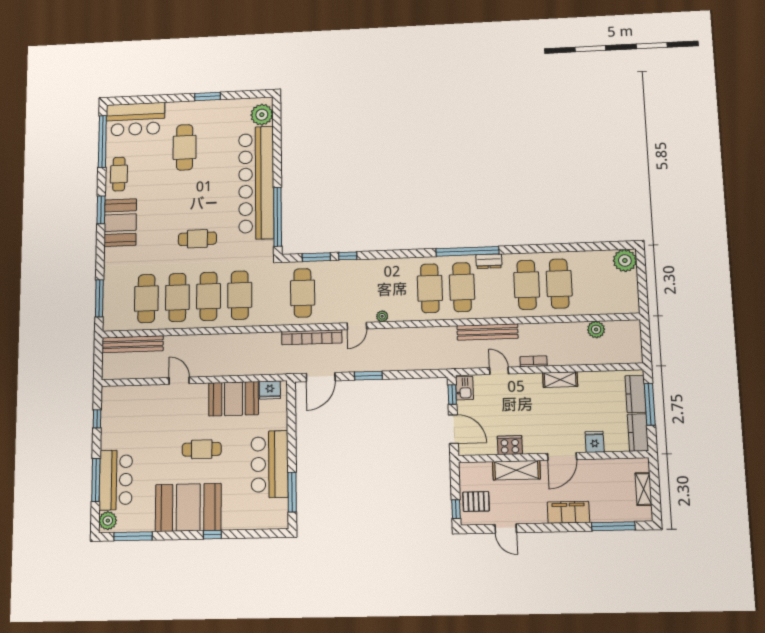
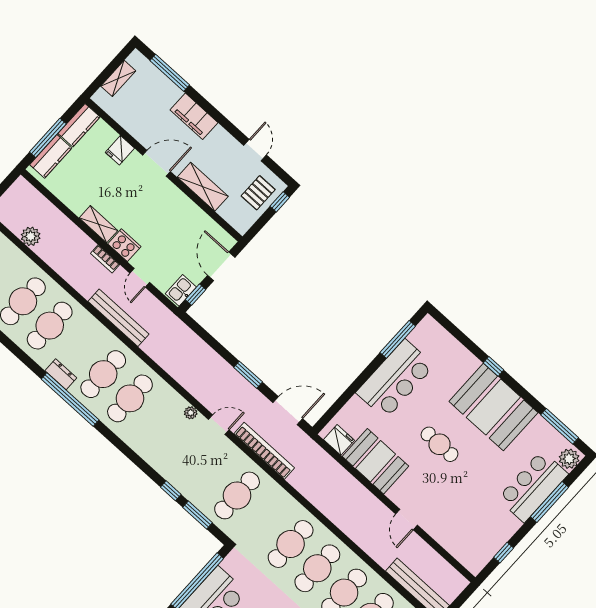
cooker: (510, 445) -> (124, 245), moved, turned 180
pallet: (476, 502) -> (258, 193), turned 90

